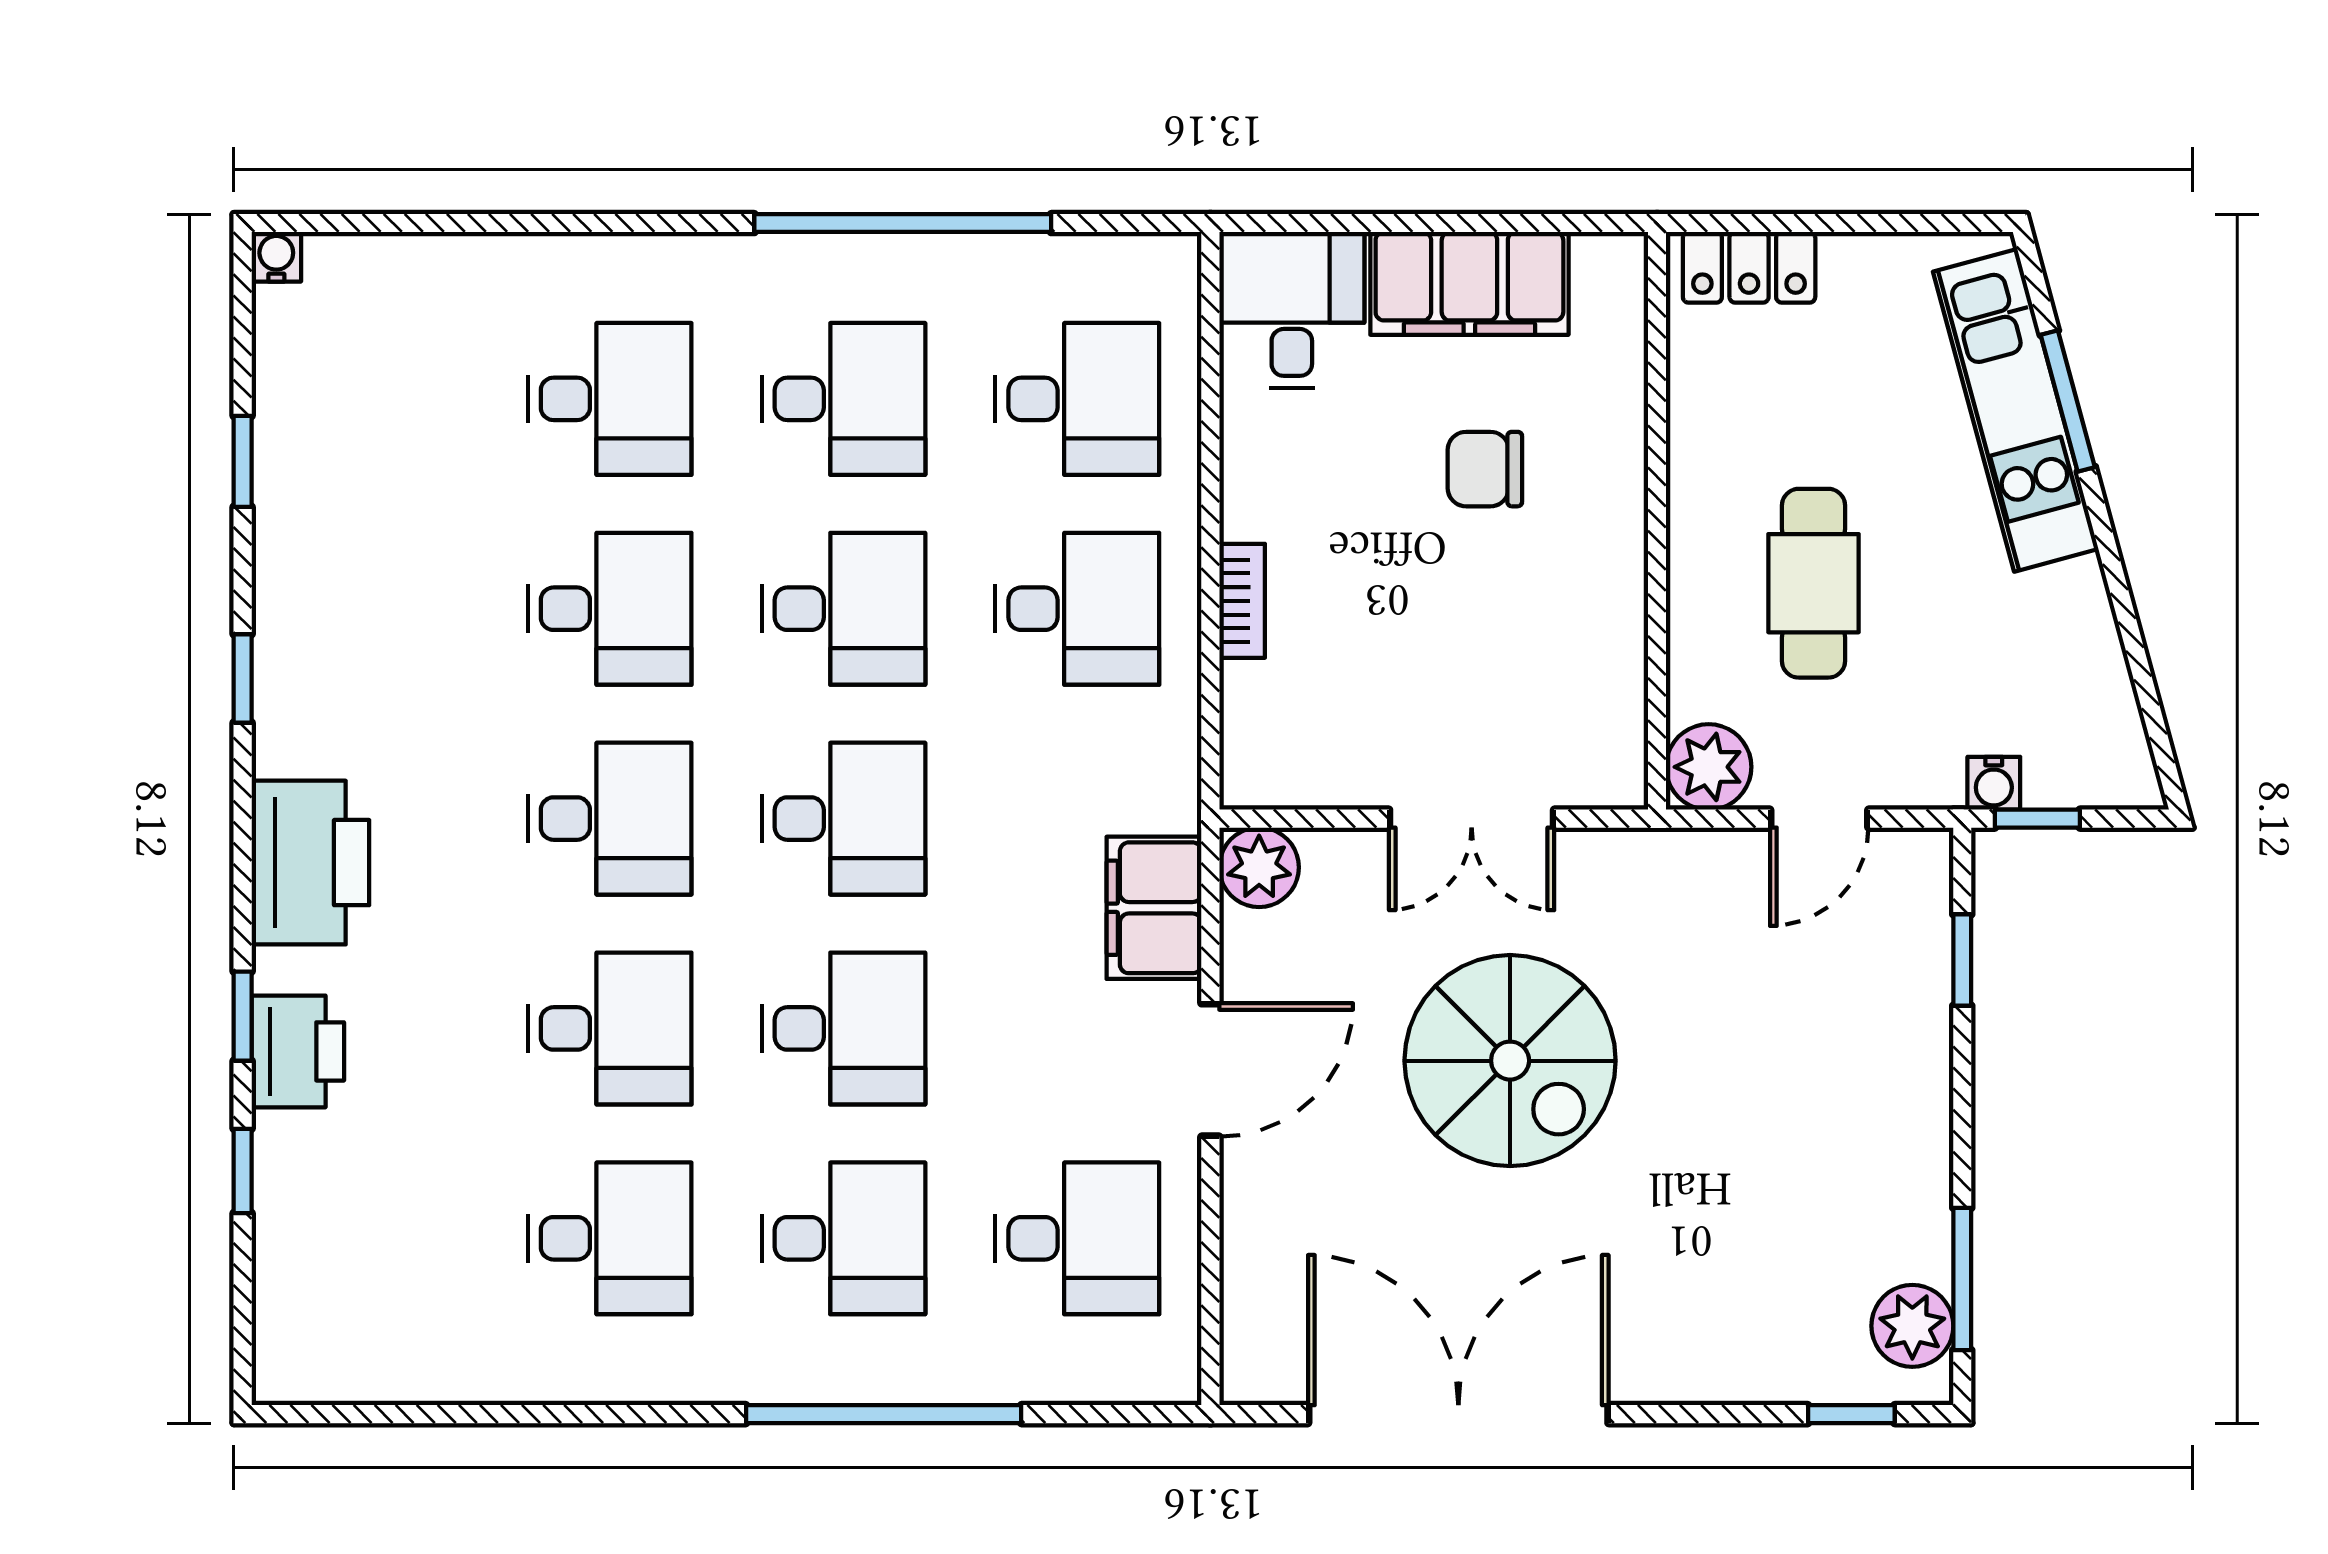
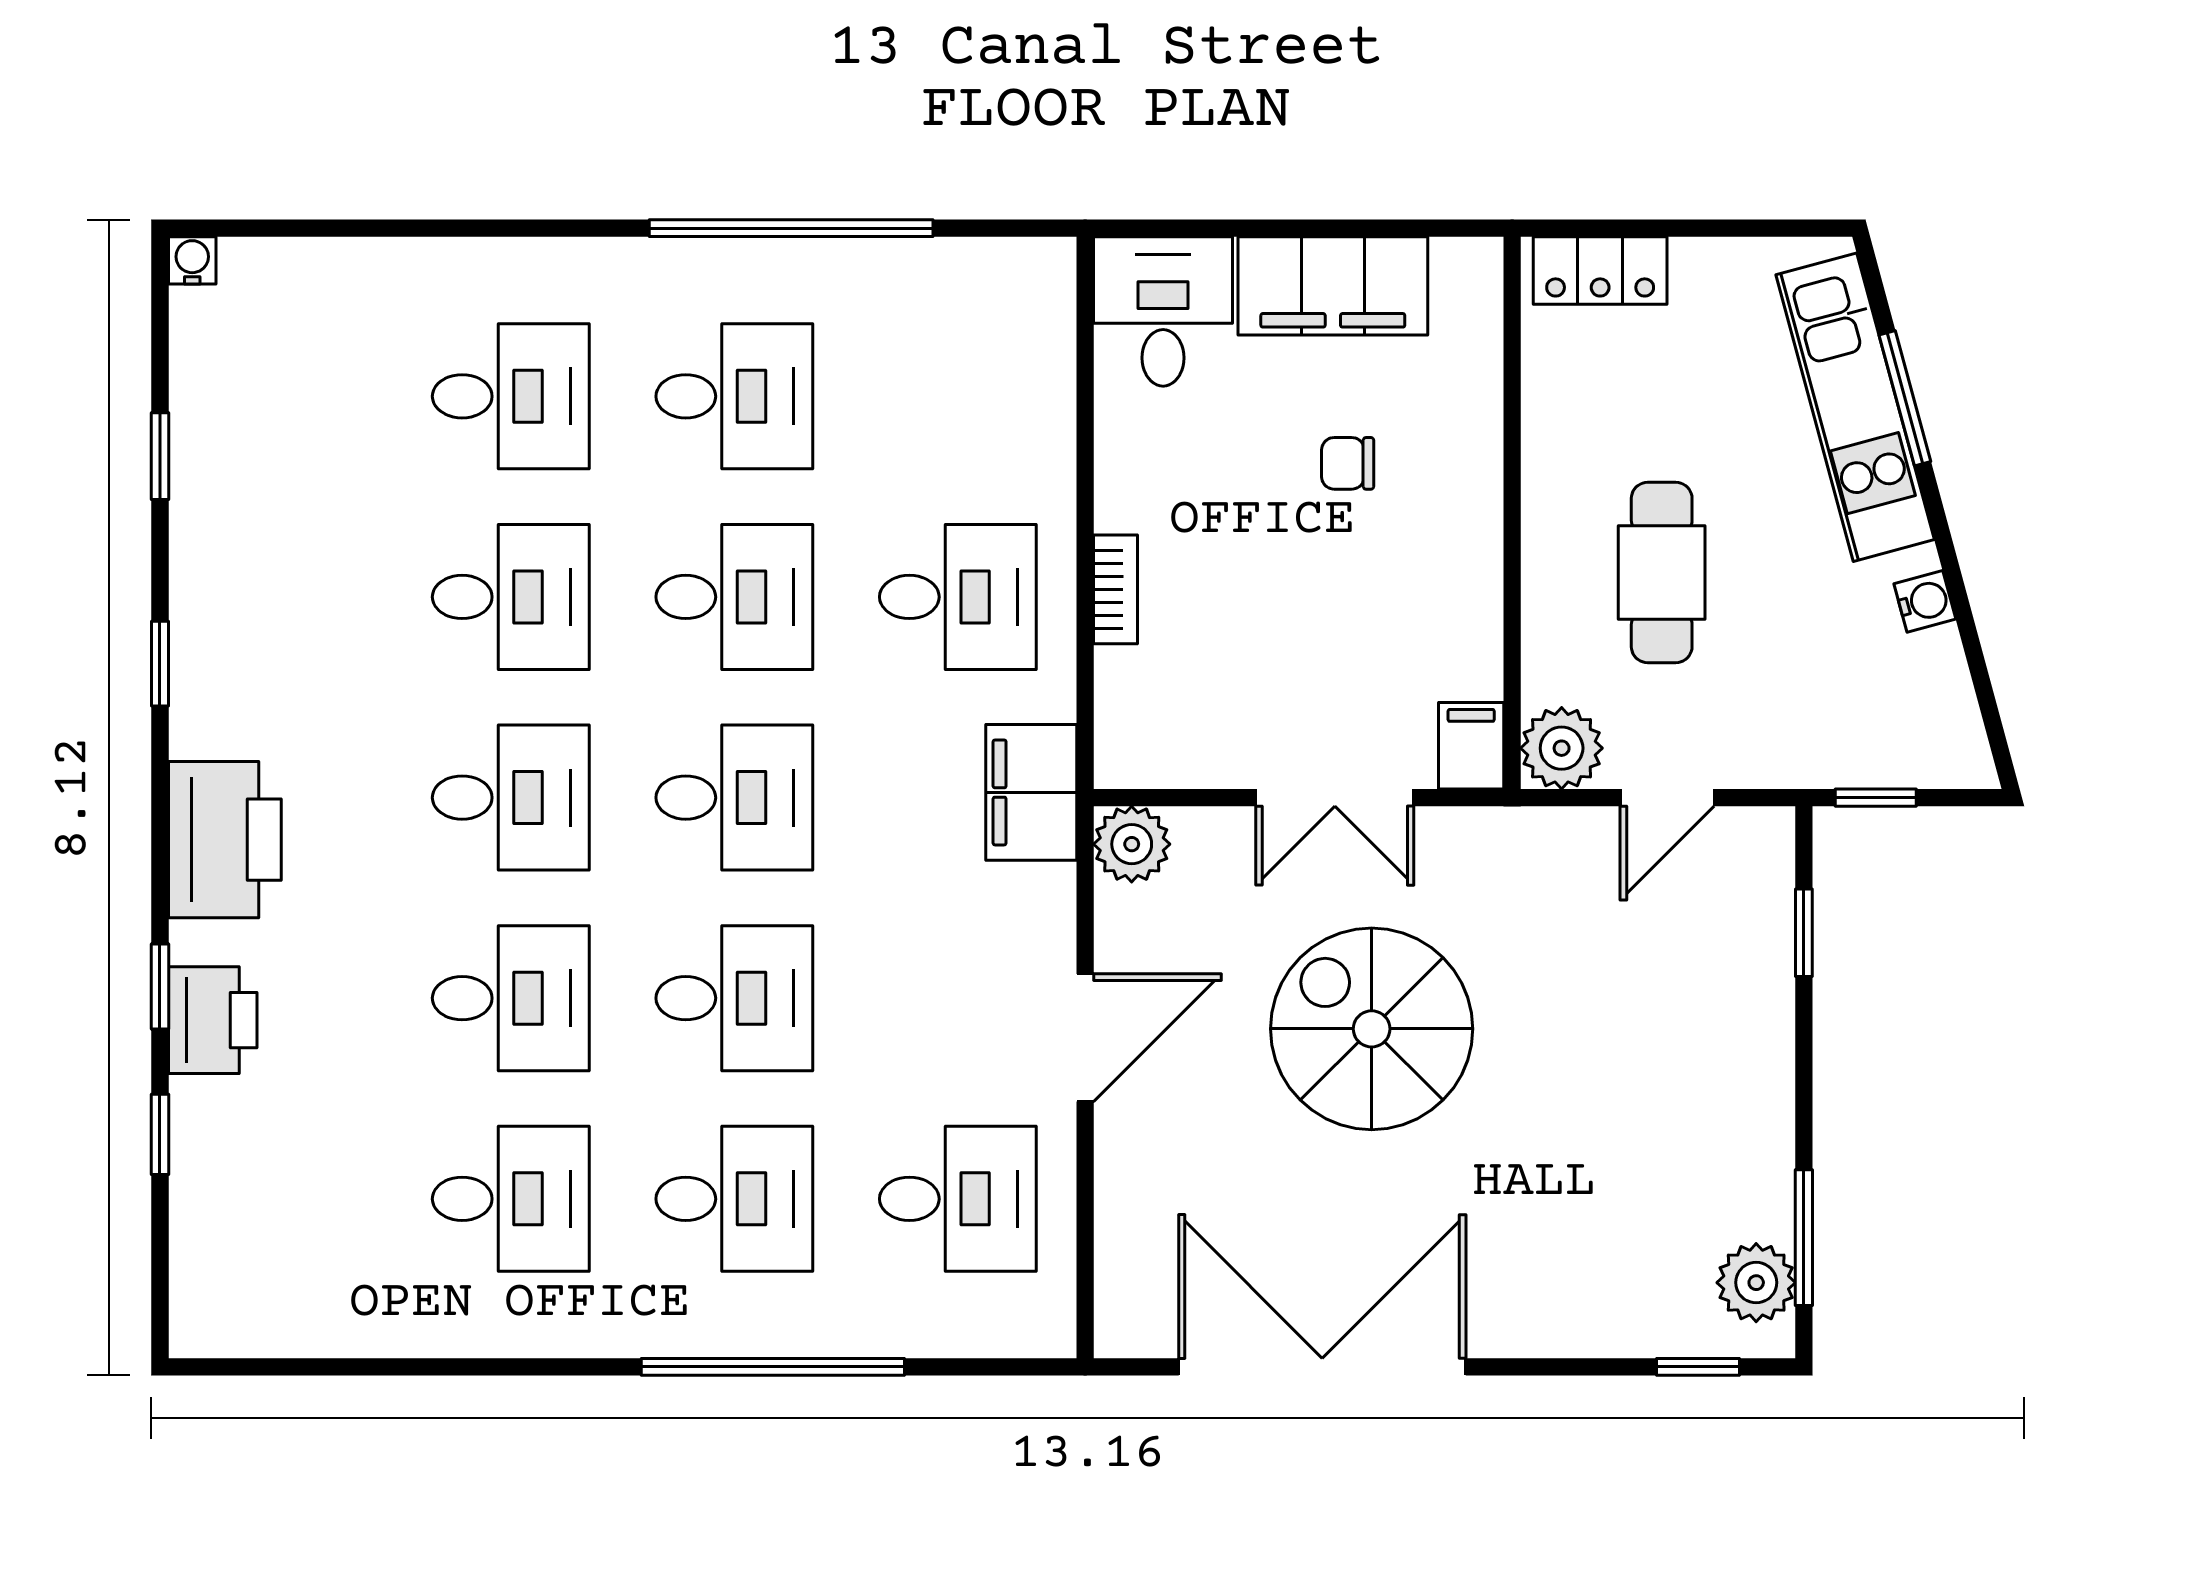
desk: (1077, 399) -> (958, 396), removed
chair: (1485, 469) -> (1348, 463), width x0.73, depth x0.73
filing cabinet: (1614, 764) -> (1471, 746), added
water cooler: (1994, 783) -> (1925, 601), moved, turned -105
filing cabinet: (1154, 908) -> (1031, 792), moved
spiral stairs: (1510, 1061) -> (1372, 1029), turned 180

